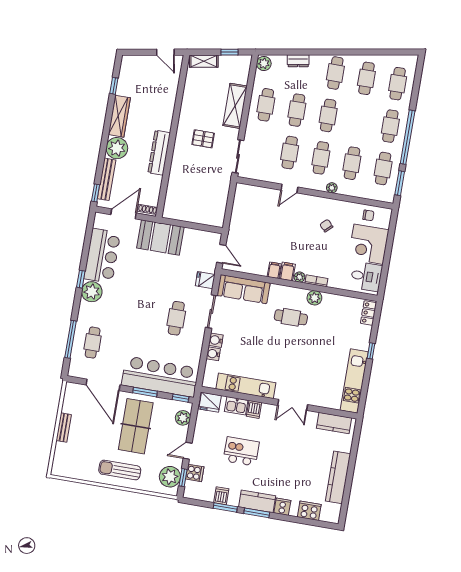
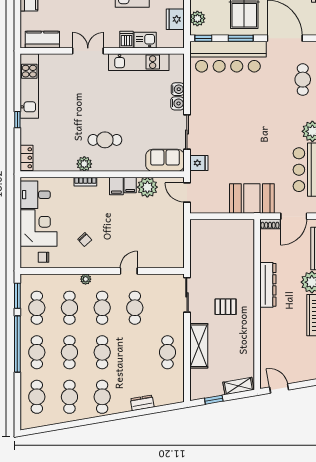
plant: (264, 63) -> (177, 394), removed
cafe table: (297, 110) -> (69, 352), moved
plant: (299, 277) -> (147, 187), moved, width x1.88, depth x1.88
sofa: (244, 289) -> (165, 160), width x0.73
cafe table: (176, 318) -> (222, 119), removed
fridge: (210, 402) -> (175, 19), moved, turned -90

